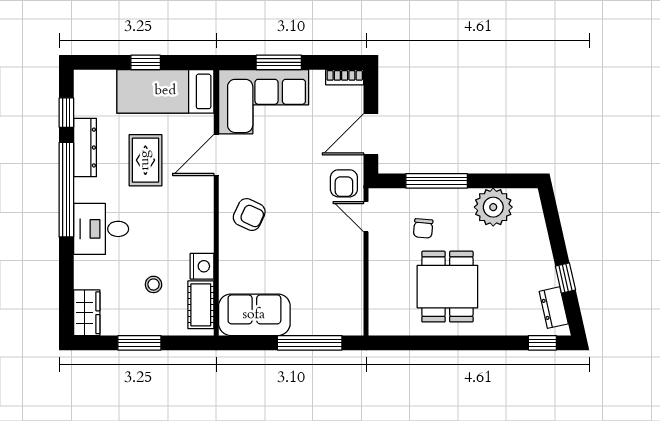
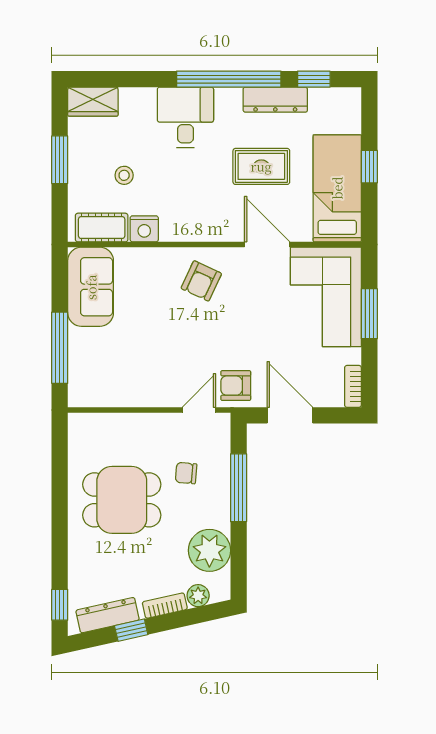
plant: (534, 217) -> (198, 596), added
bookcase: (543, 248) -> (165, 606), added
dresser: (554, 308) -> (108, 615), width x1.44

